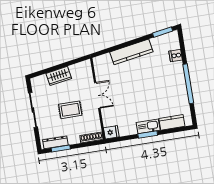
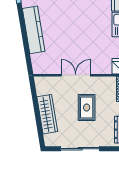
wardrobe: (59, 76) -> (47, 114), width x1.50

